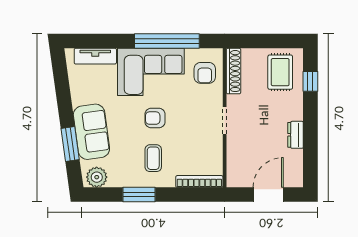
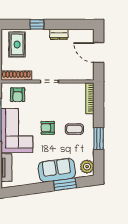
rug: (280, 72) -> (17, 45), turned 90
armchair: (205, 73) -> (18, 95), turned 90
window: (310, 81) -> (37, 24), moved
armchair: (155, 118) -> (48, 128), turned 90

